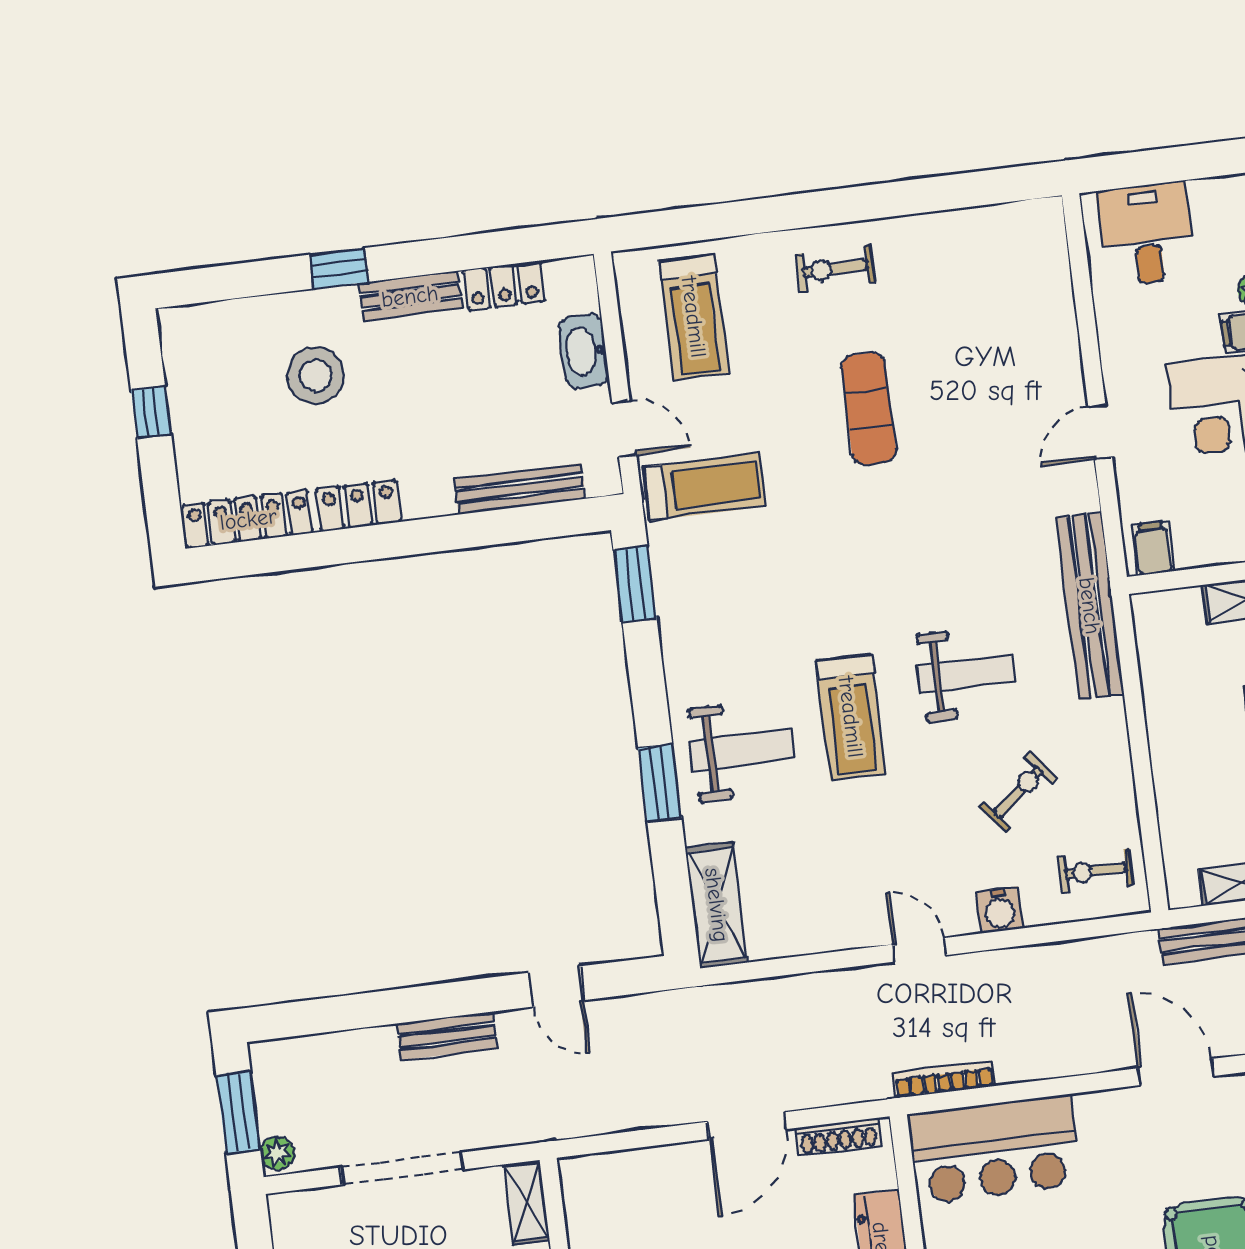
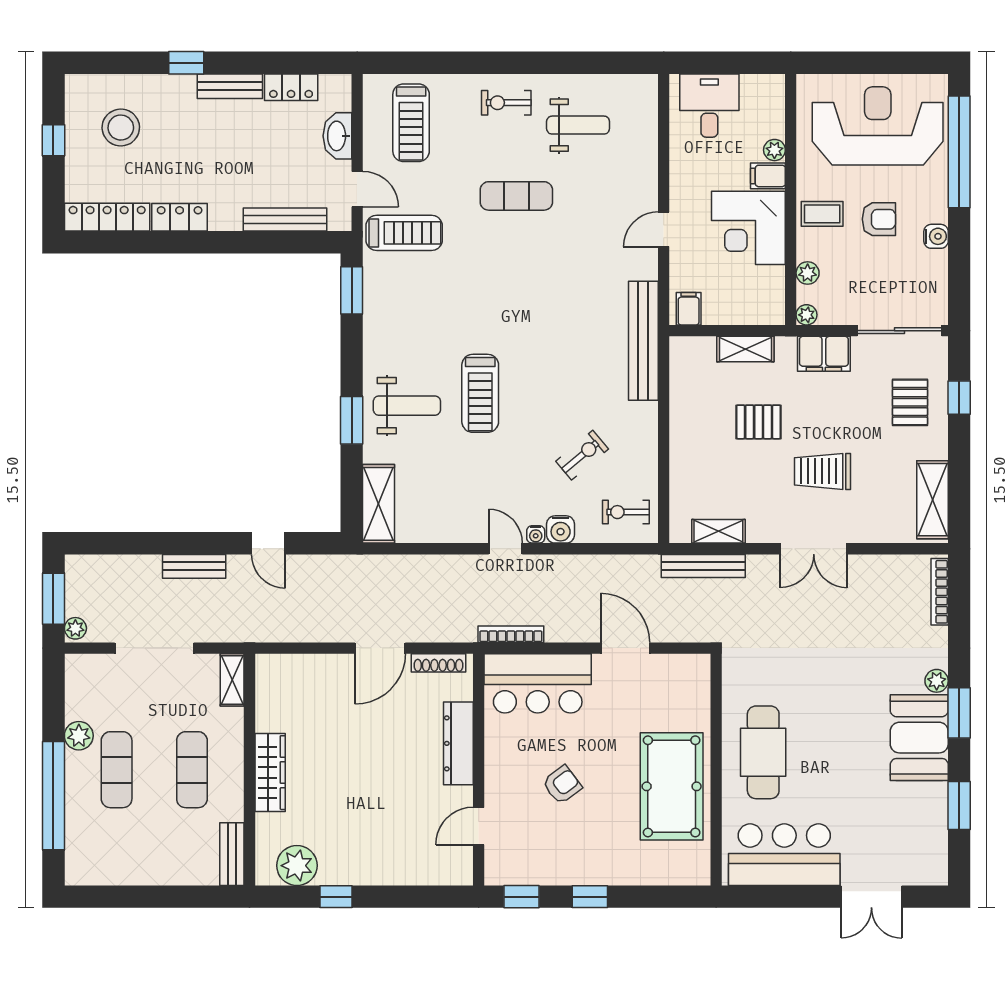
stool: (316, 376) -> (121, 128), moved
exercise mat: (869, 409) -> (516, 196), turned 90
weight bench: (966, 673) -> (578, 125), moved
water cooler: (963, 922) -> (536, 534), added
door: (1176, 1072) -> (625, 648), moved

